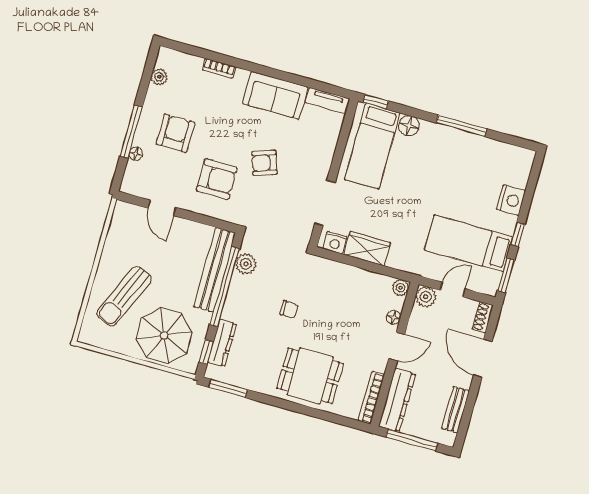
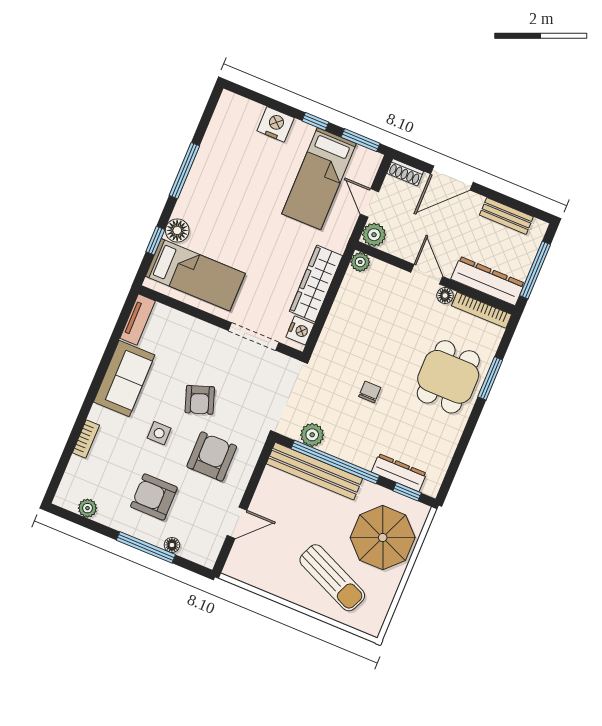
window: (376, 102) -> (155, 241), moved
side table: (231, 131) -> (159, 433), added
wardrobe: (367, 249) -> (316, 284), width x1.50
floor lamp: (393, 317) -> (445, 296), moved
window: (228, 388) -> (490, 378), moved

